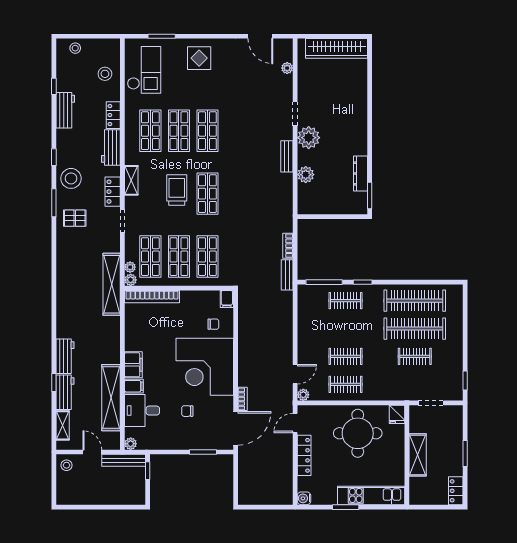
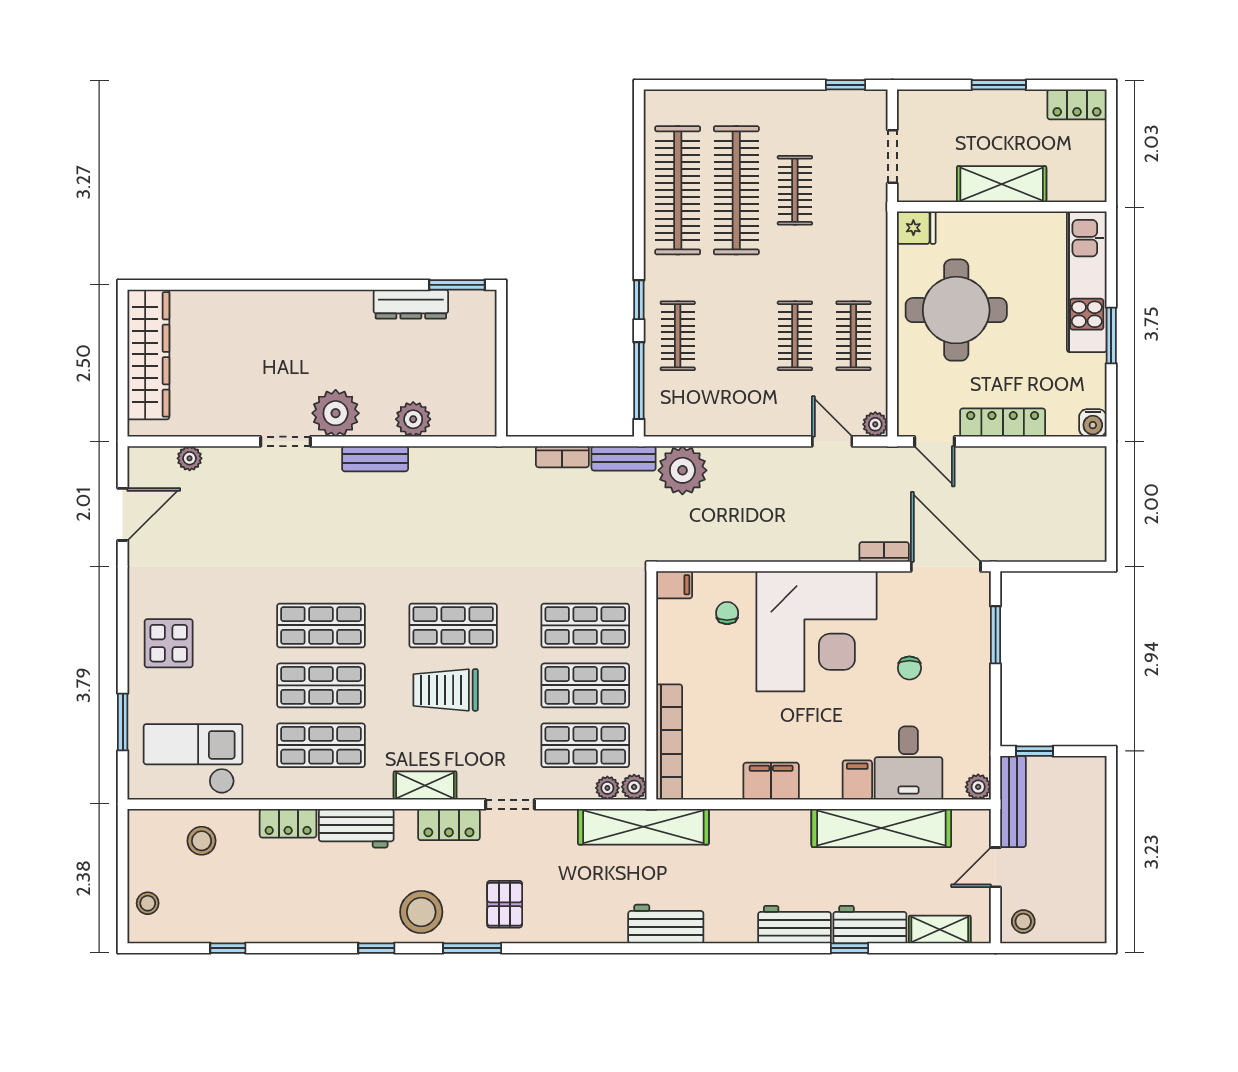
workbench: (65, 110) -> (666, 924), moved
plant: (281, 303) -> (682, 470), added
filing cabinet: (133, 365) -> (771, 781), moved

